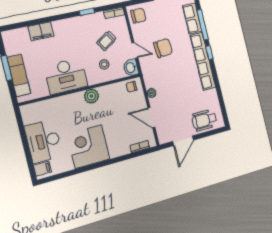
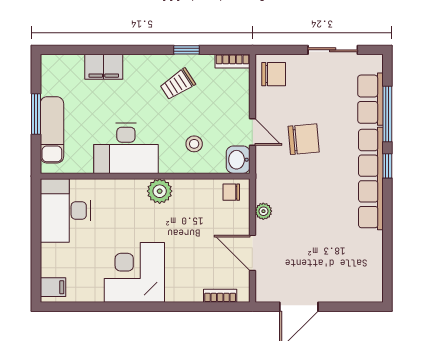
trolley: (107, 41) -> (178, 84), moved
wheelchair: (204, 120) -> (347, 282), removed
desk: (44, 141) -> (65, 211), moved

